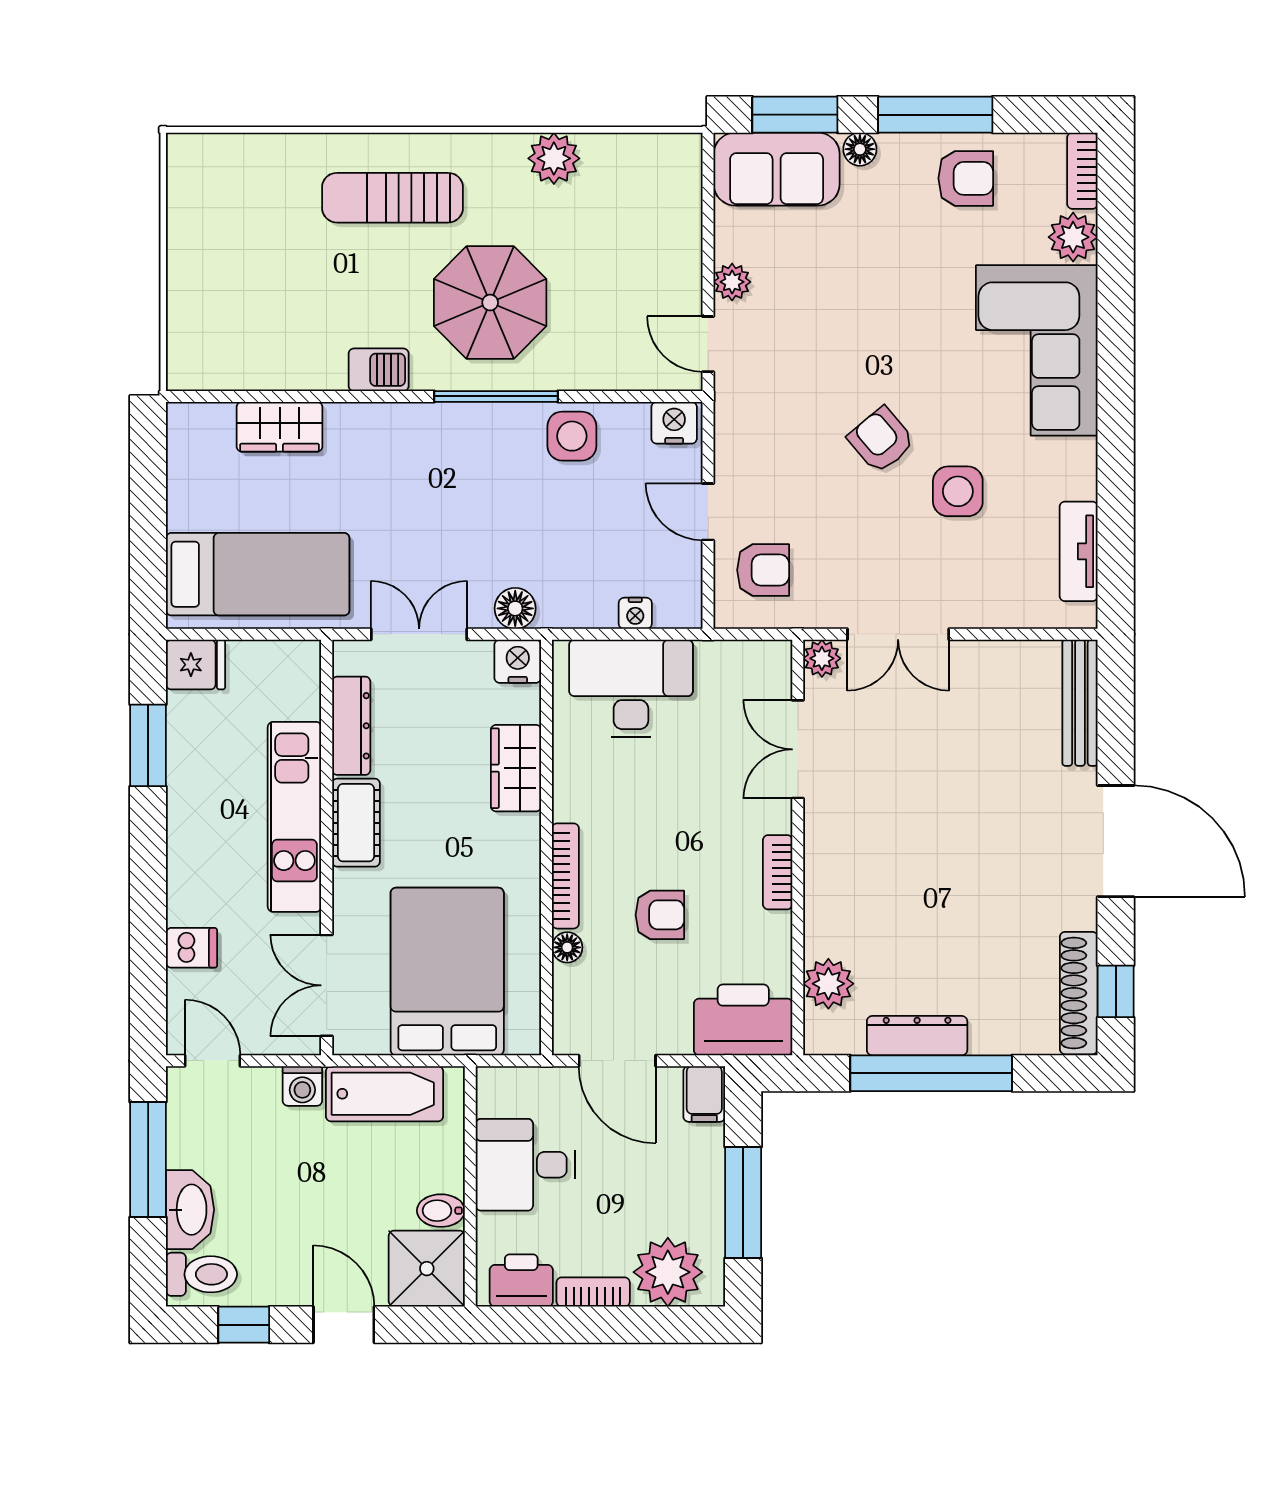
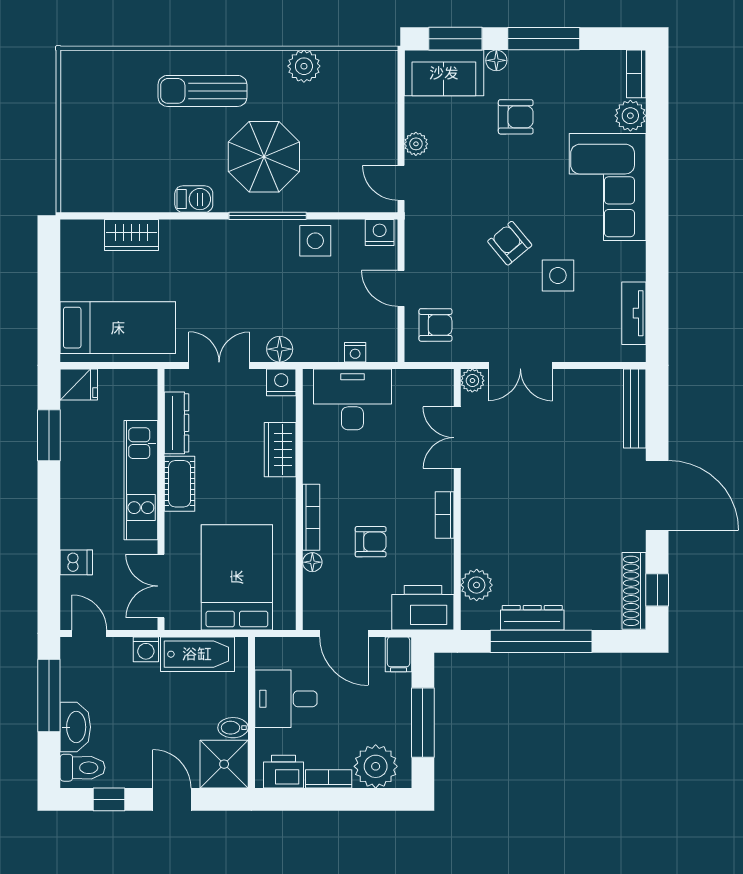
armchair: (966, 178) -> (516, 117), moved

